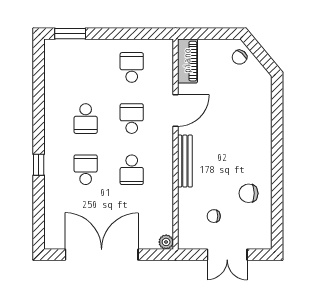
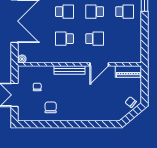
school desk: (132, 67) -> (125, 12), moved
door: (175, 111) -> (99, 64), hinge flipped

